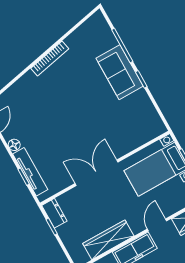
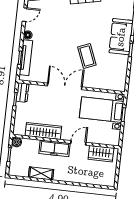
coffee table: (97, 121) -> (87, 56), added

